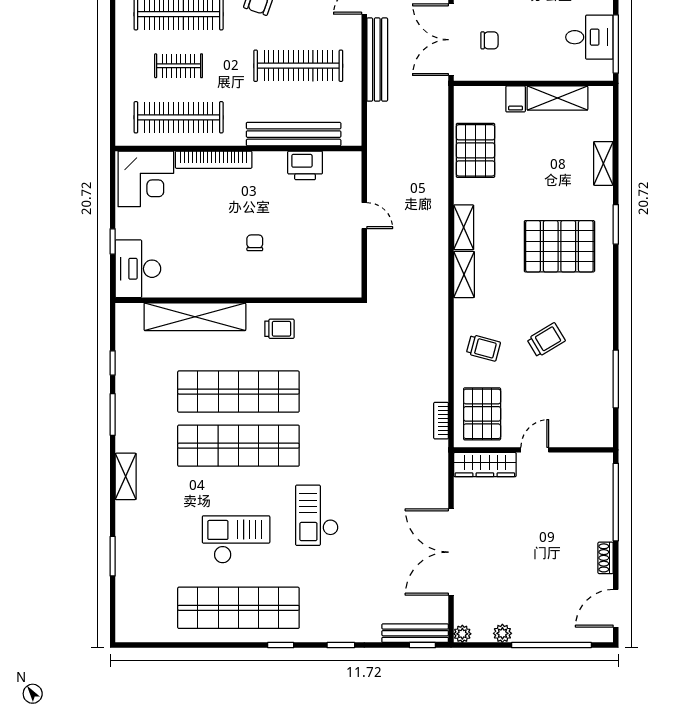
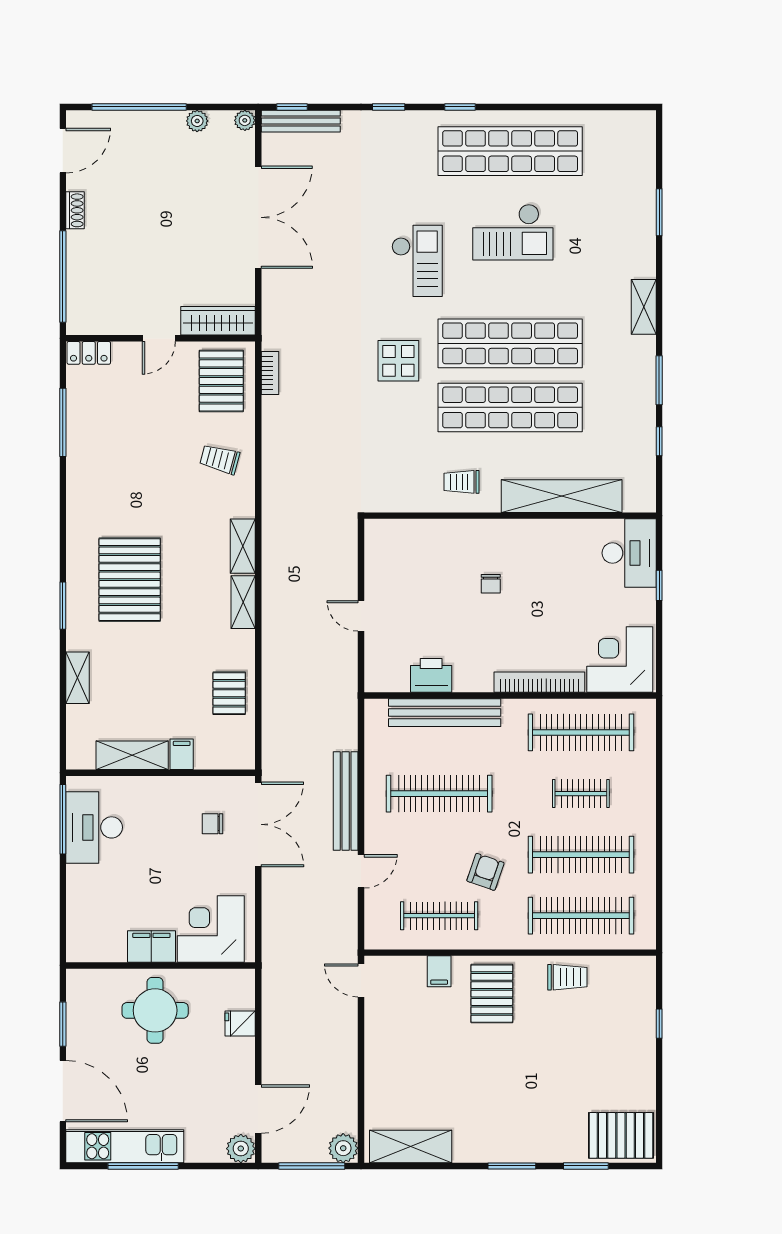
desk: (589, 37) -> (94, 827), width x1.37
pallet: (475, 150) -> (229, 693), width x0.67, depth x0.71
pallet: (559, 246) -> (130, 580), turned 90
trolley: (546, 340) -> (145, 469), removed
display table: (333, 431) -> (398, 361), added
locker: (594, 438) -> (89, 353), added

